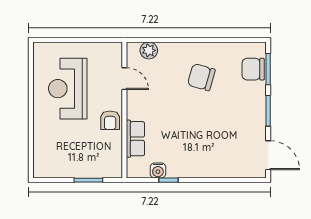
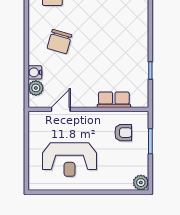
armchair: (110, 120) -> (123, 133), moved
plant: (42, 169) -> (141, 183), added
water cooler: (158, 170) -> (35, 72), moved, turned 180

